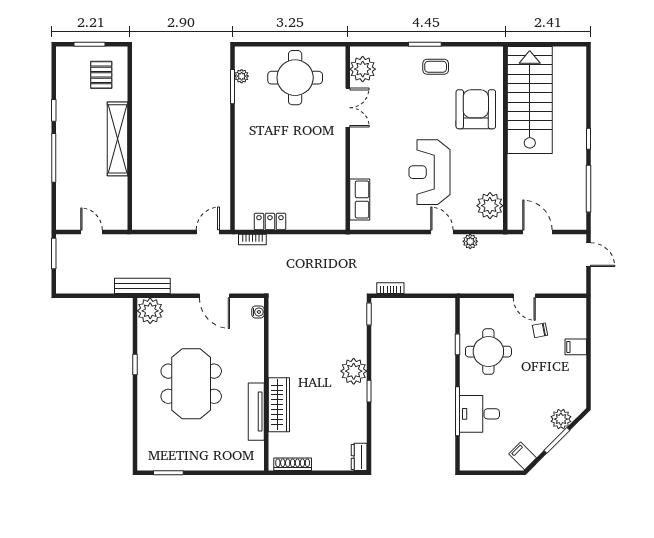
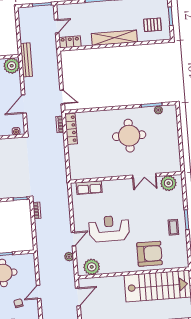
round table: (295, 78) -> (129, 136), moved
locker: (119, 212) -> (70, 42), added
locker: (270, 221) -> (71, 129), width x1.53

